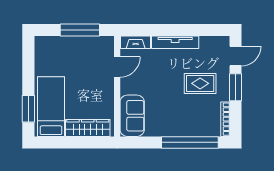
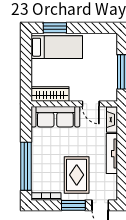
rug: (200, 83) -> (77, 175), width x1.36, depth x1.43
sofa: (132, 116) -> (55, 117), width x1.36
wardrobe: (88, 128) -> (50, 94), moved, turned -90

